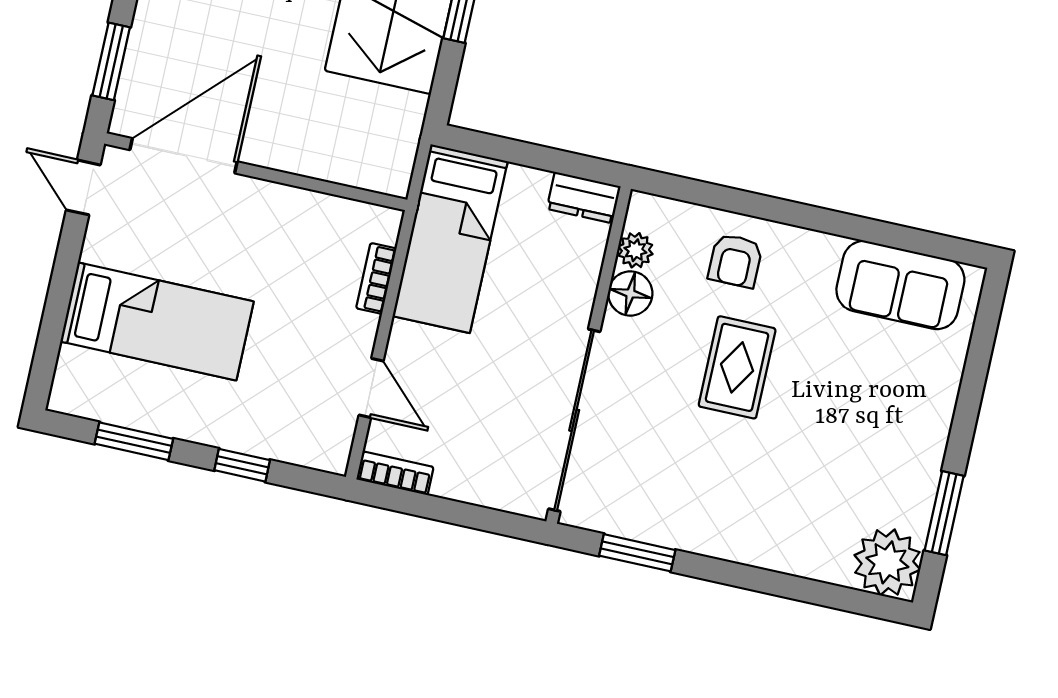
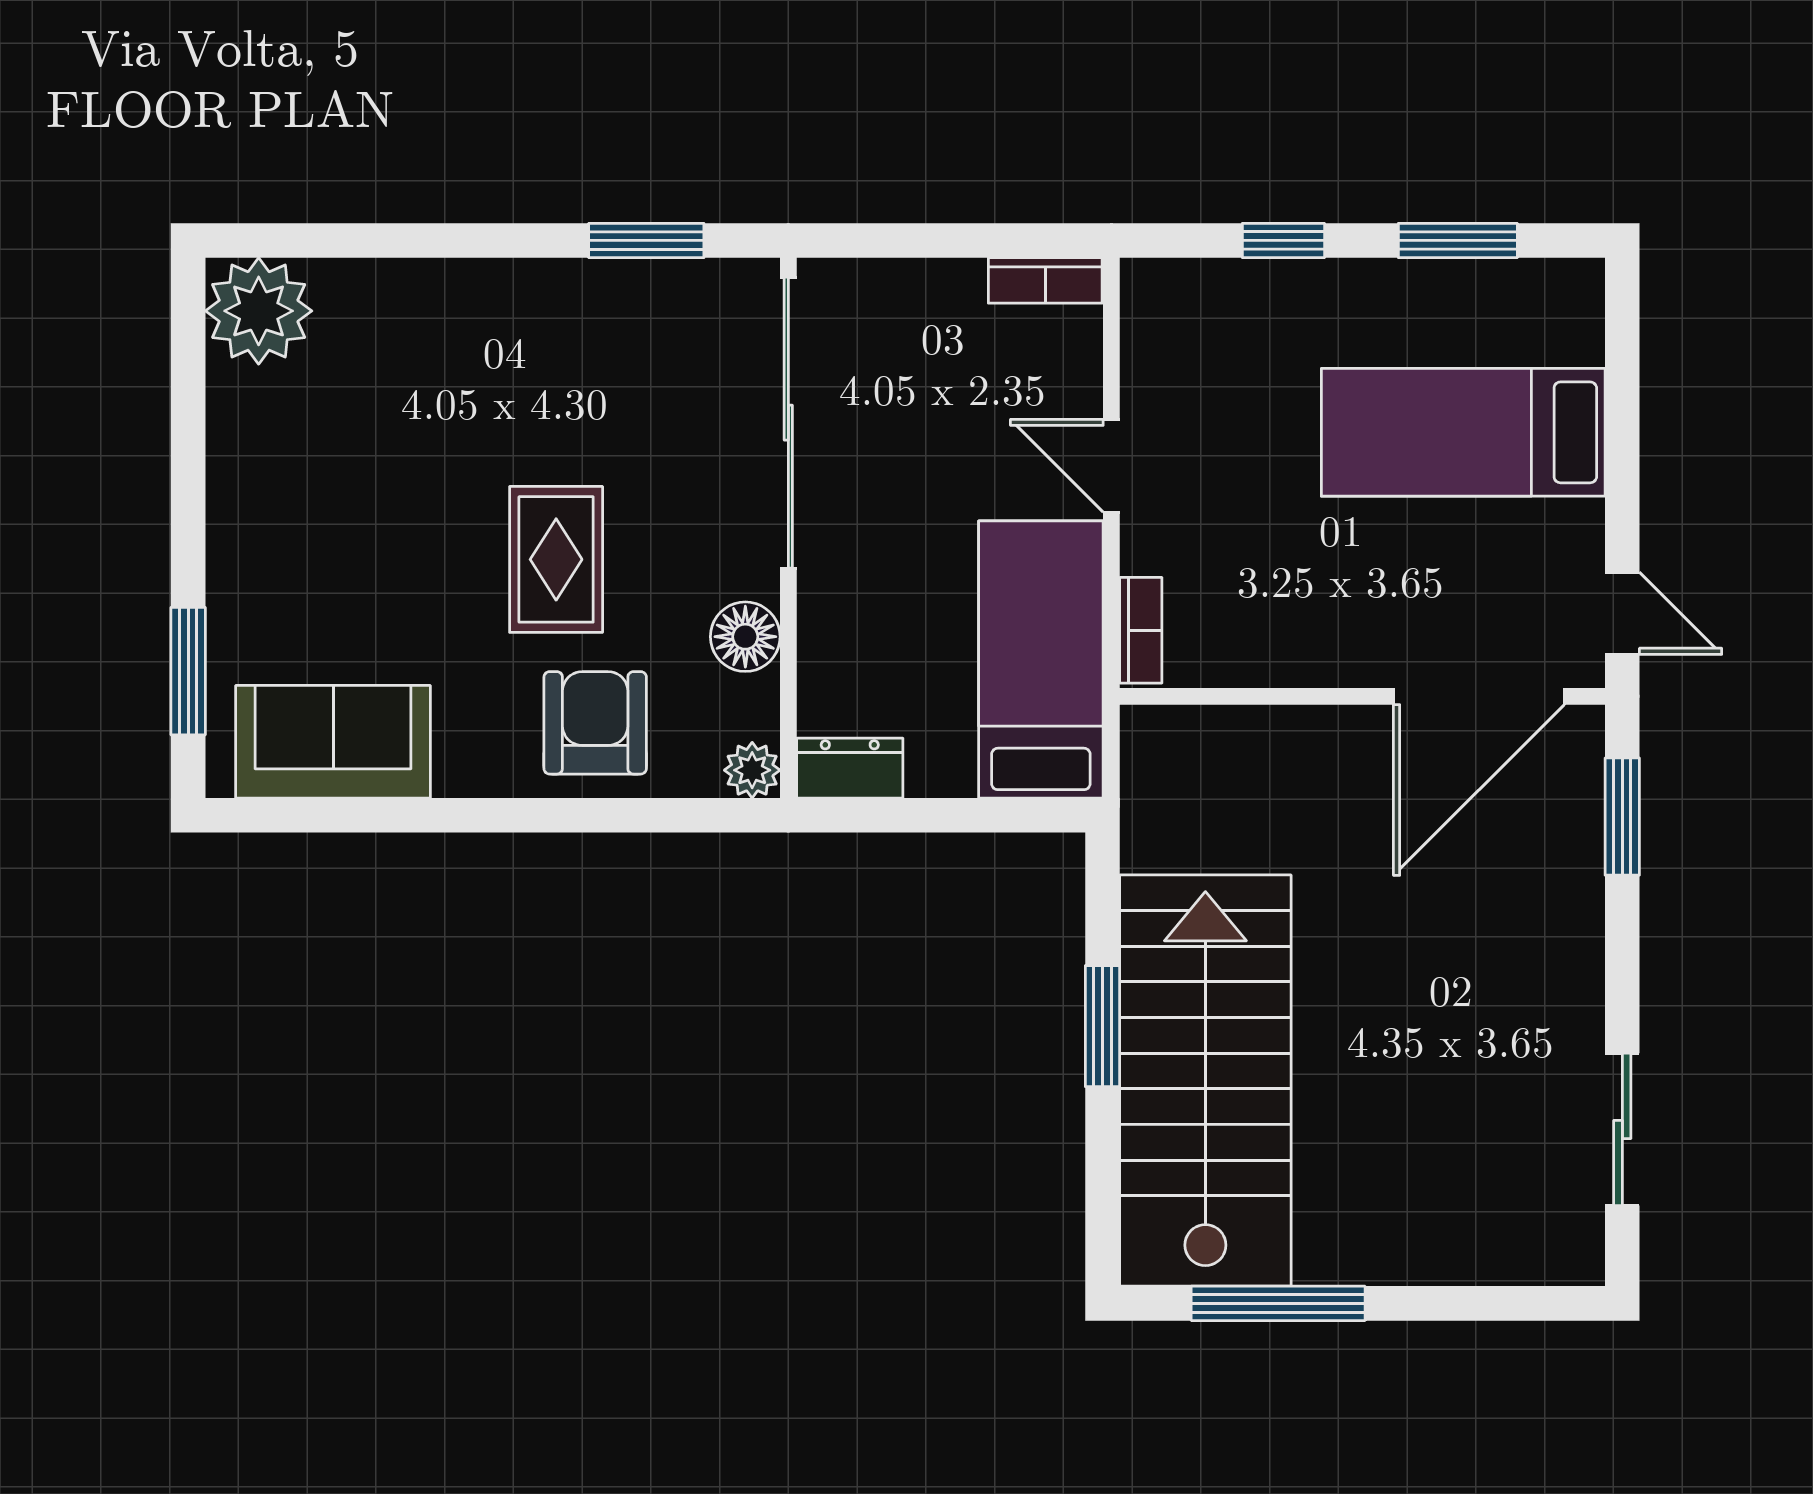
plant: (635, 250) -> (752, 770), moved
armchair: (735, 261) -> (595, 723), width x1.38, depth x1.38
bookcase: (376, 278) -> (1141, 630), moved
door: (371, 388) -> (1111, 466), moved
window: (944, 513) -> (188, 671), moved

